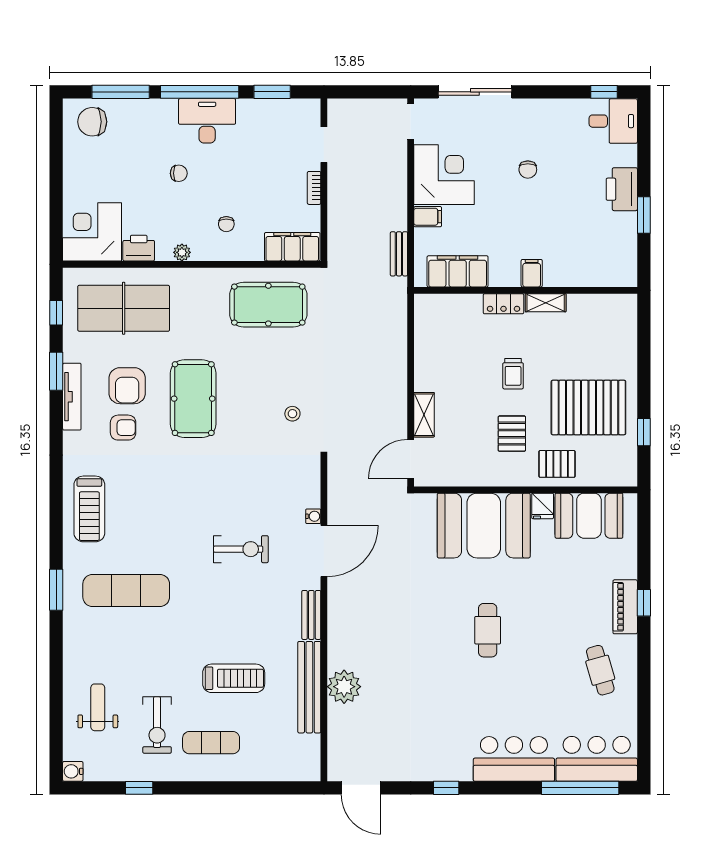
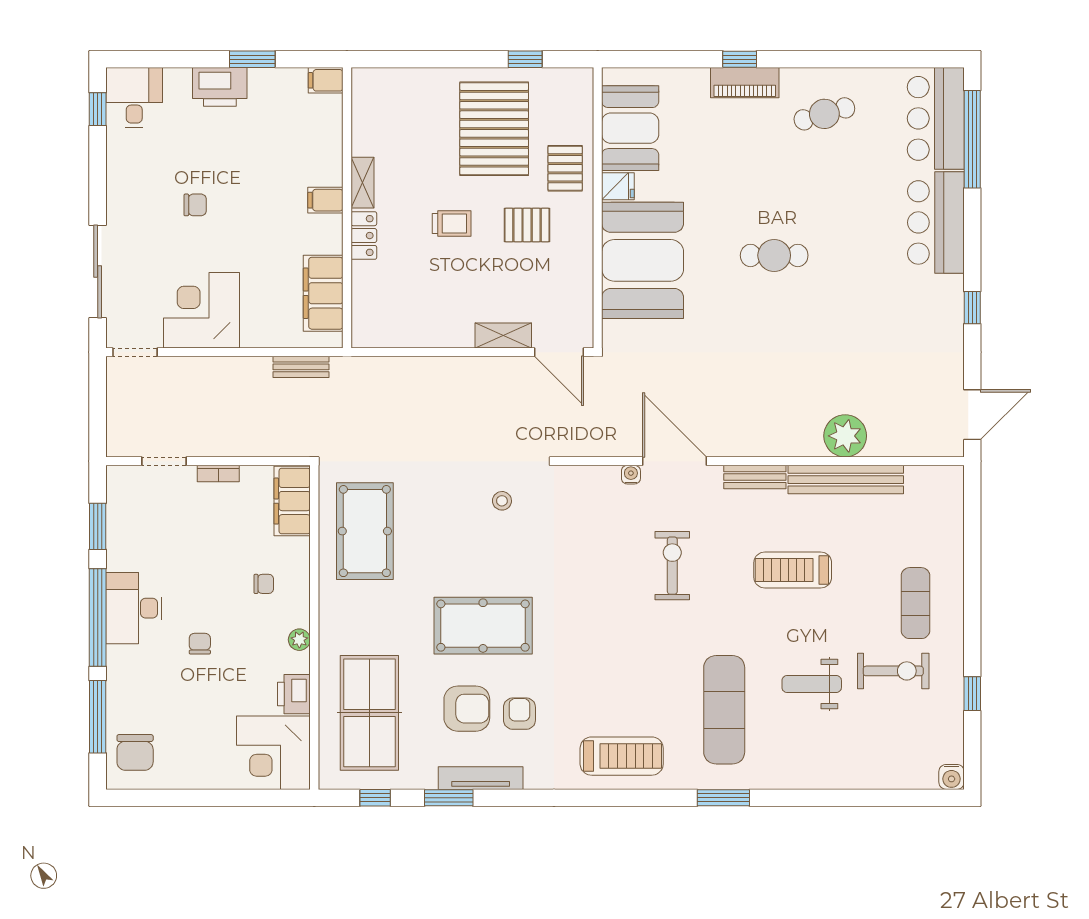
filing cabinet: (428, 217) -> (326, 80), moved, turned -90
treadmill: (234, 678) -> (793, 570), moved, turned -90
weight bench: (98, 707) -> (812, 684), moved

